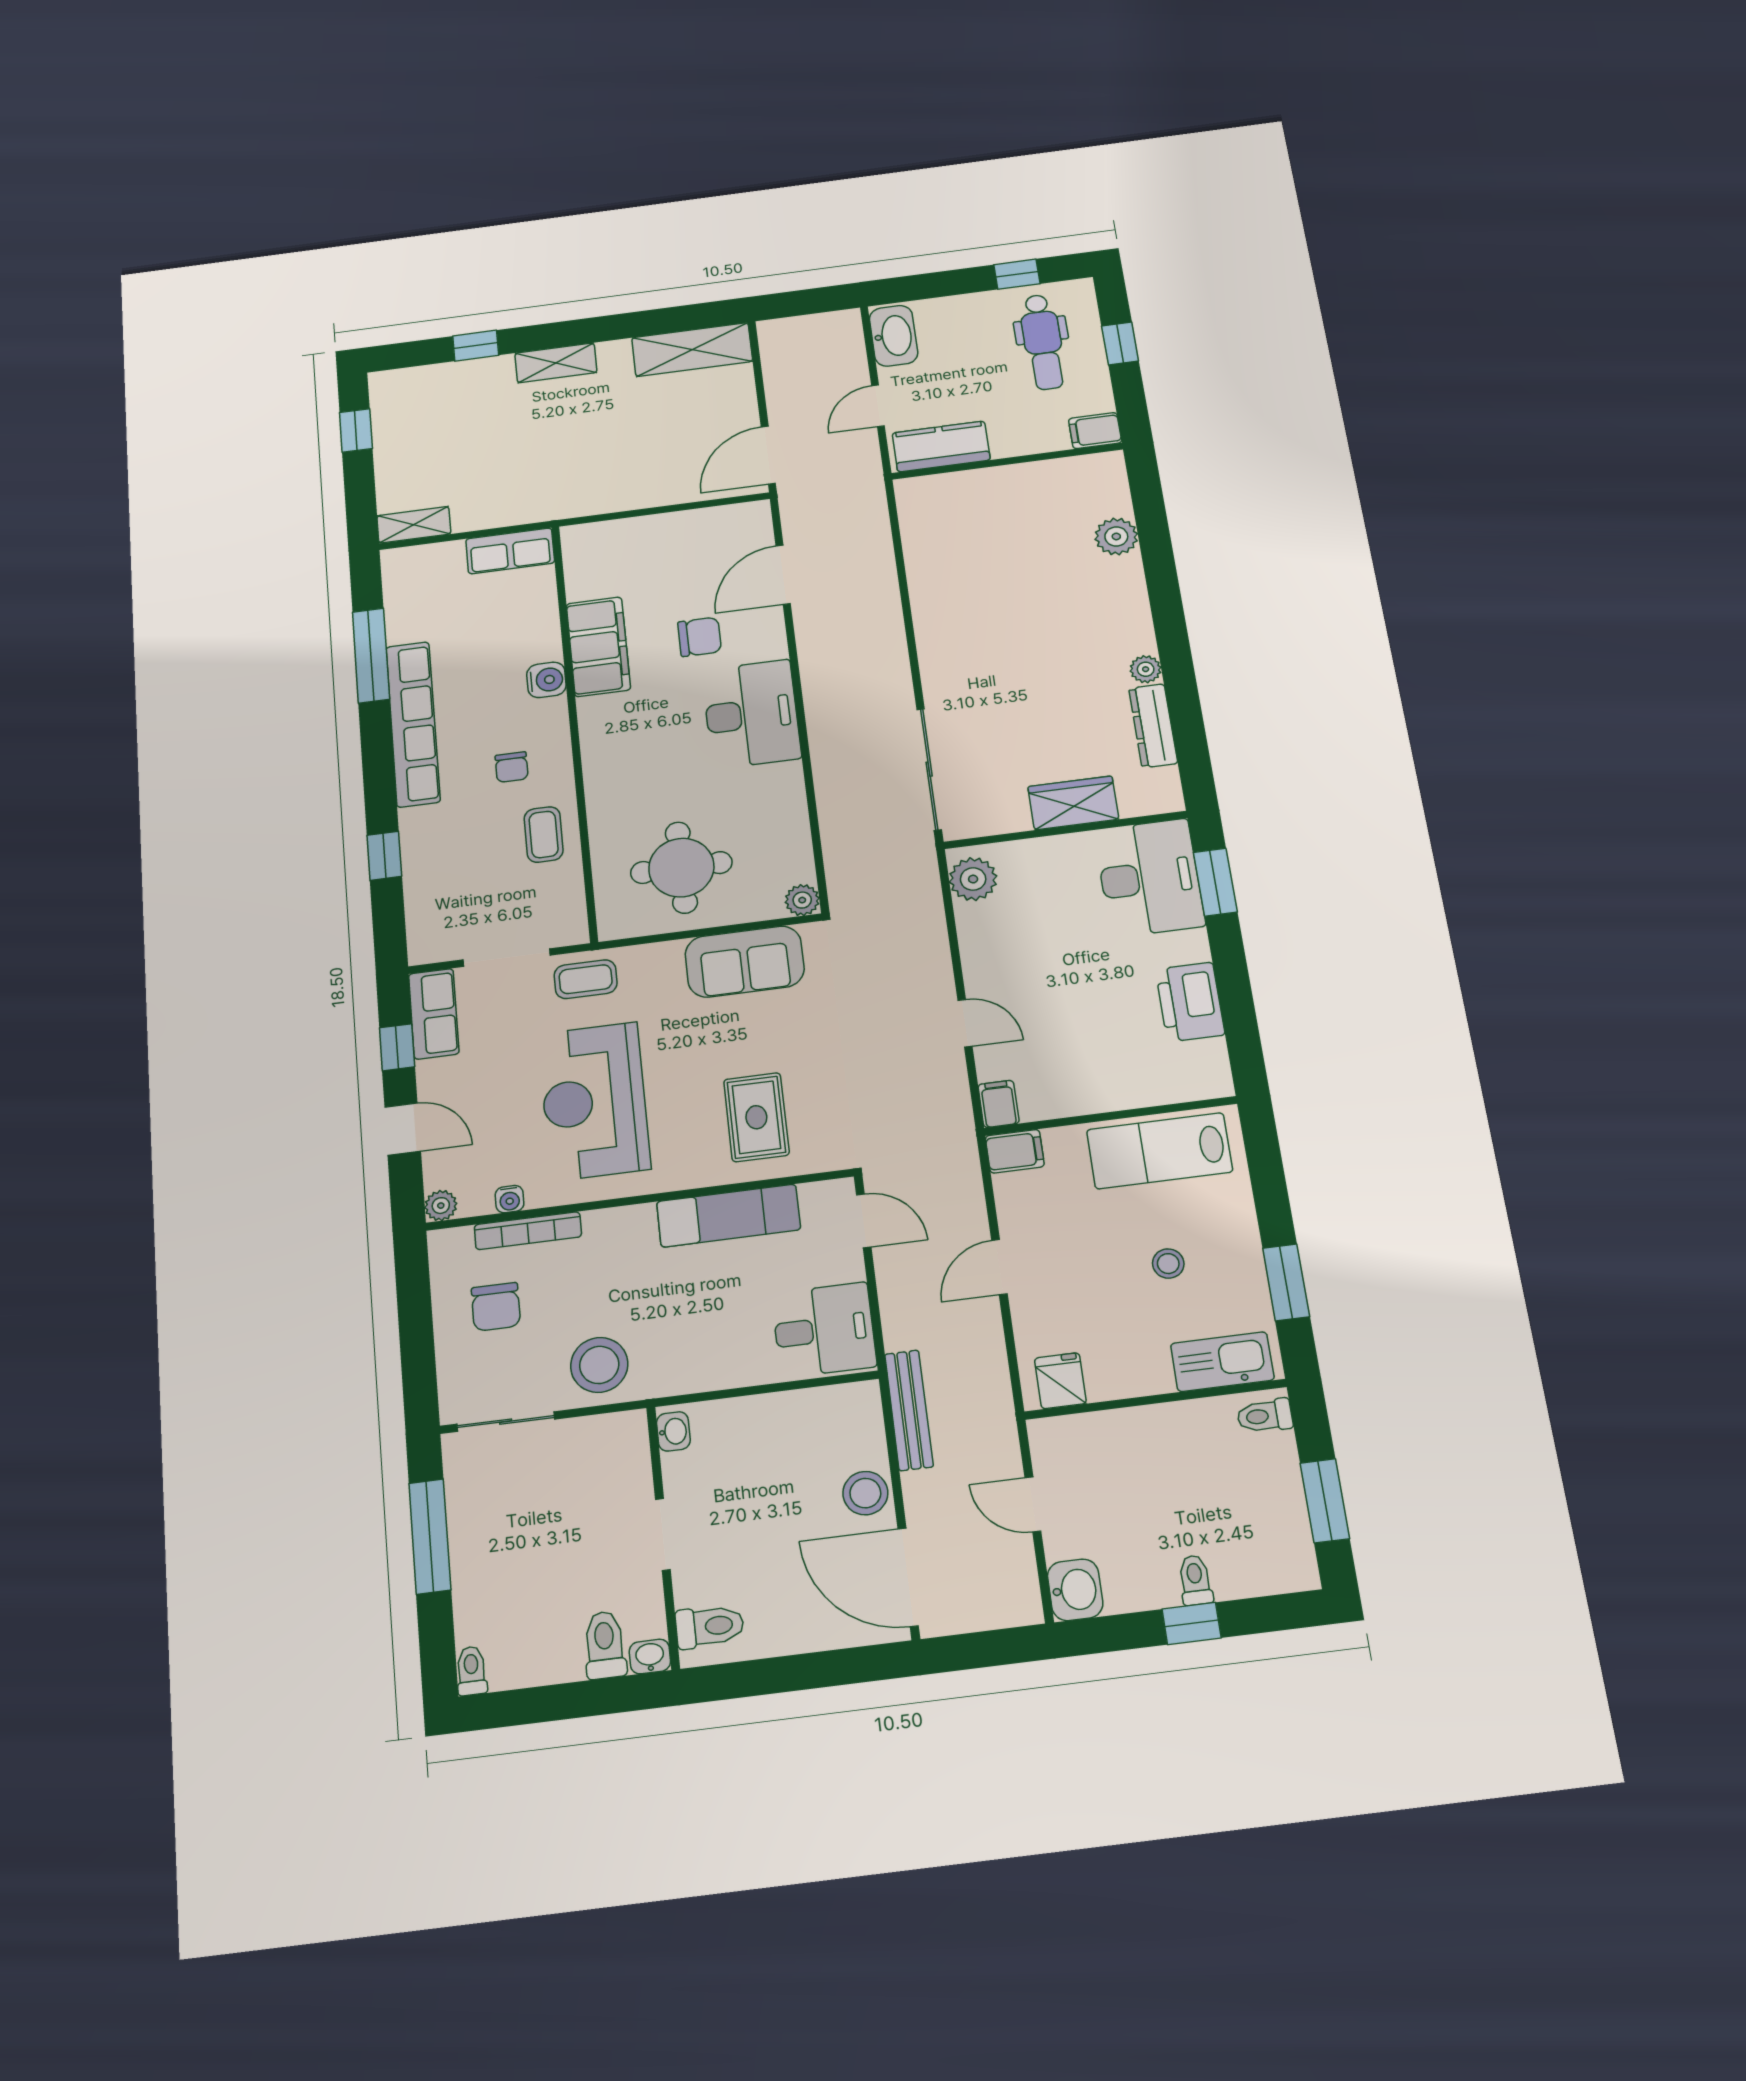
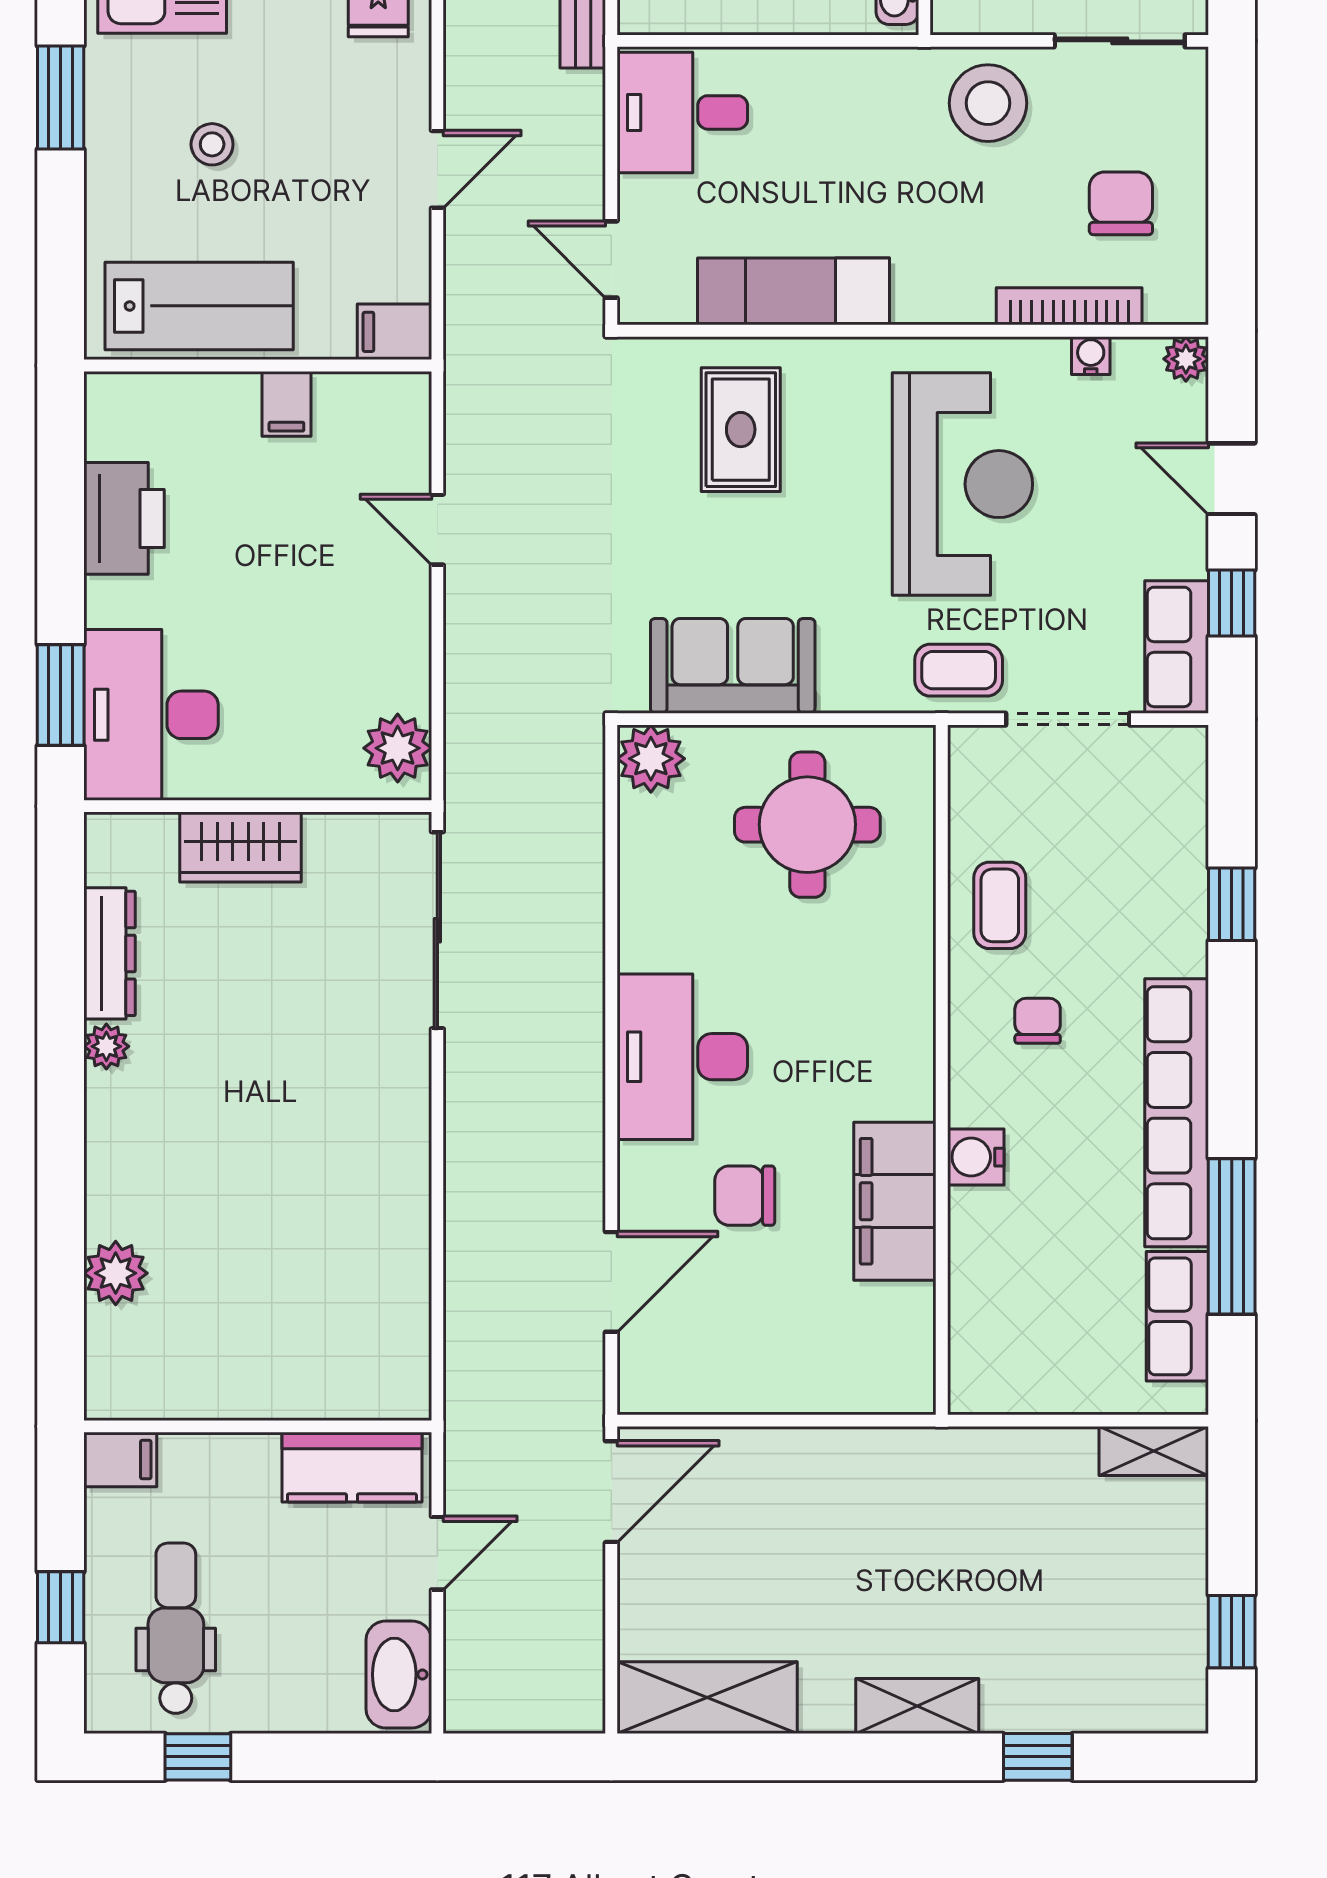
row of seats: (510, 551) -> (1177, 1316), moved, turned -90
plant: (802, 900) -> (651, 759), width x1.38, depth x1.38
filing cabinet: (999, 1104) -> (286, 404), moved

